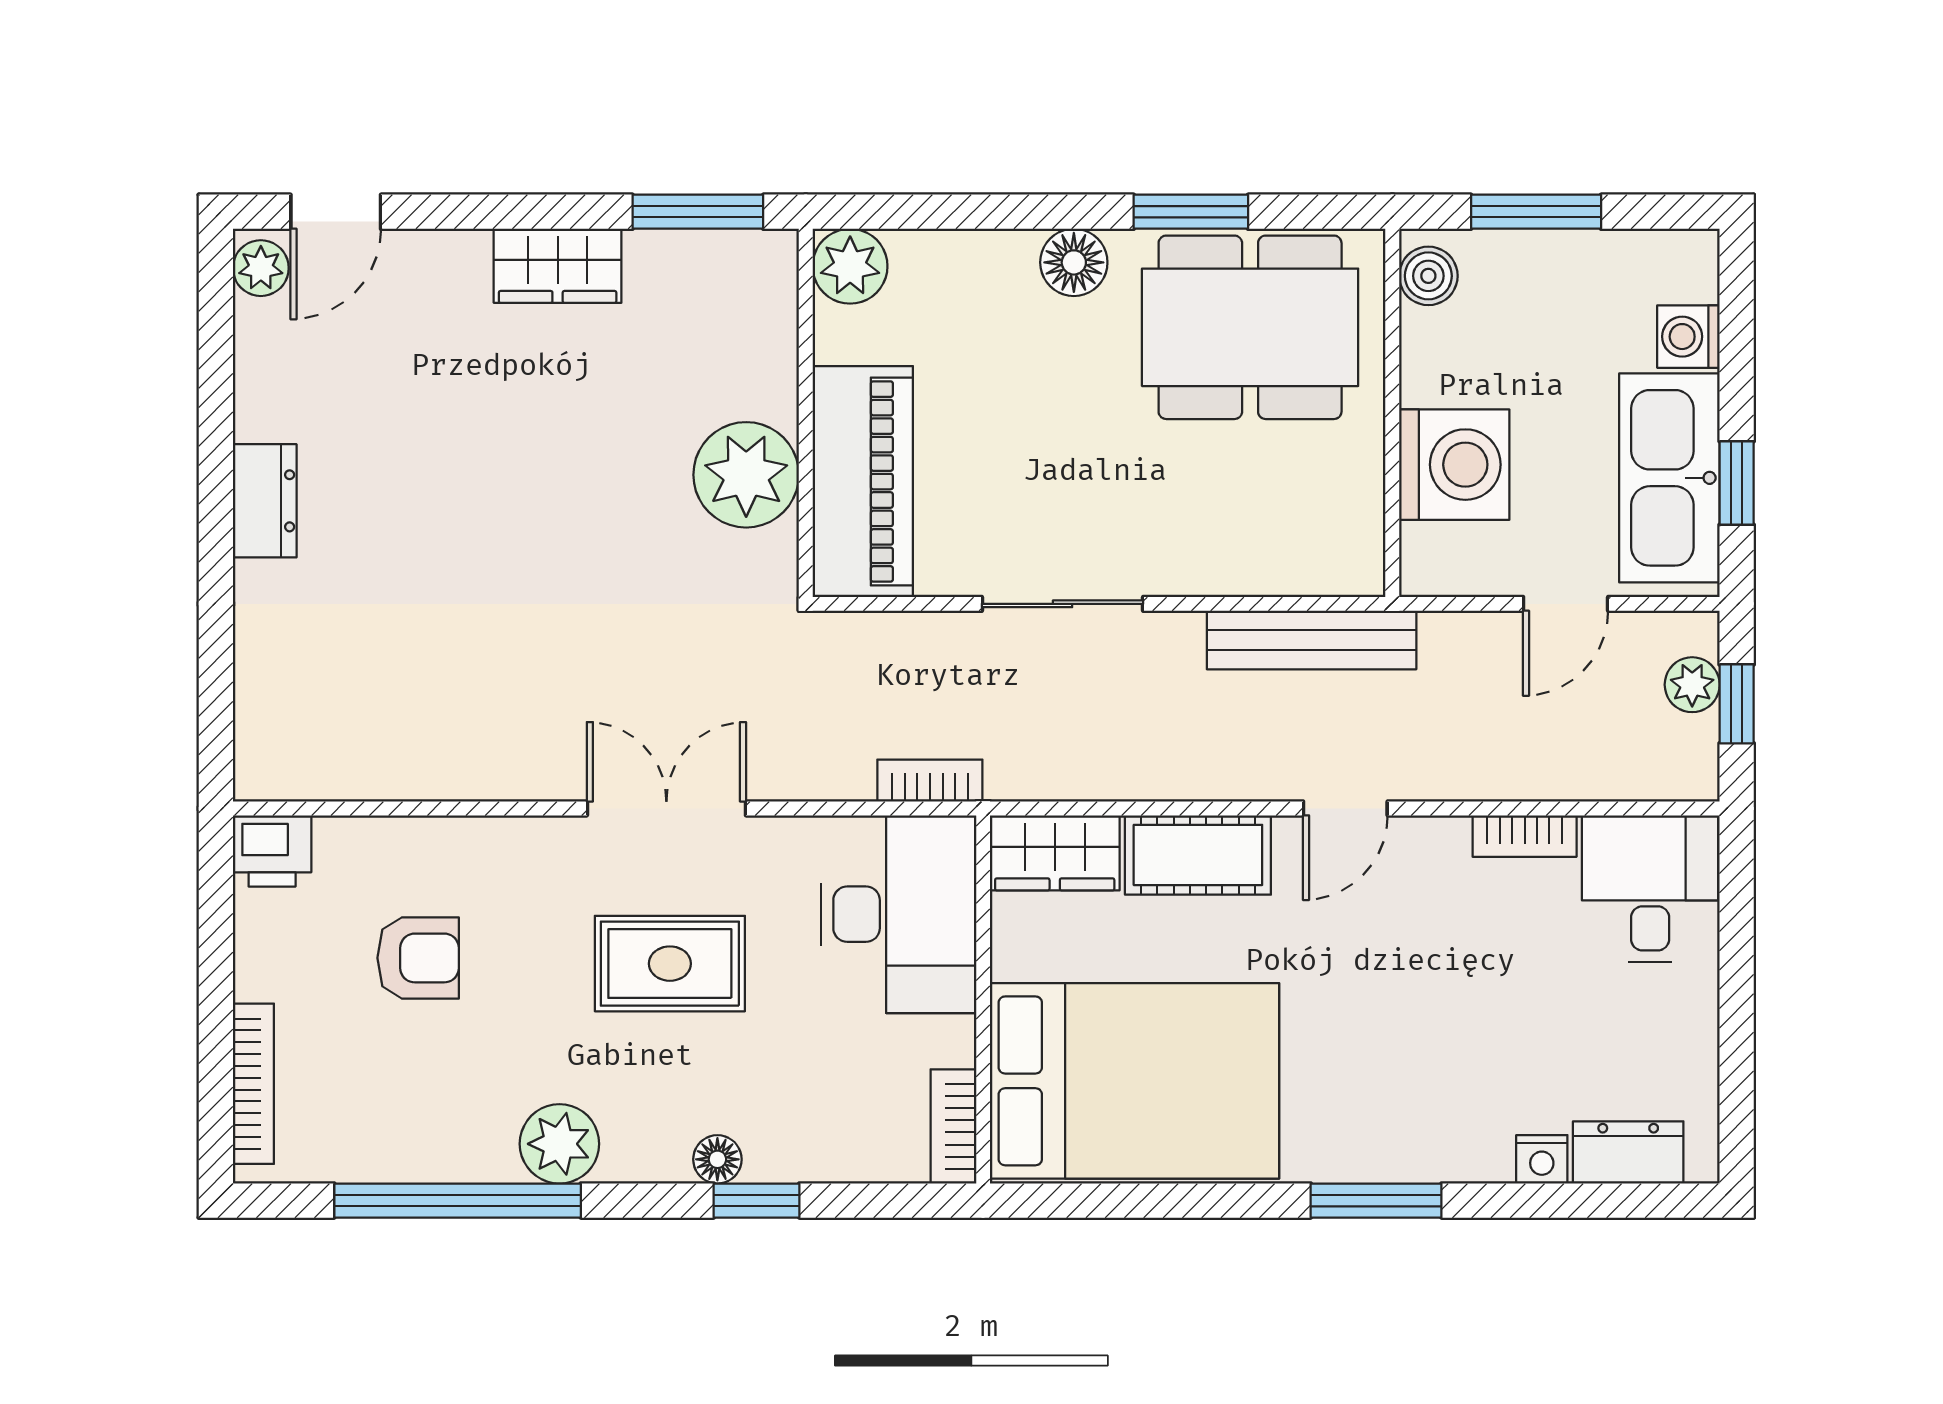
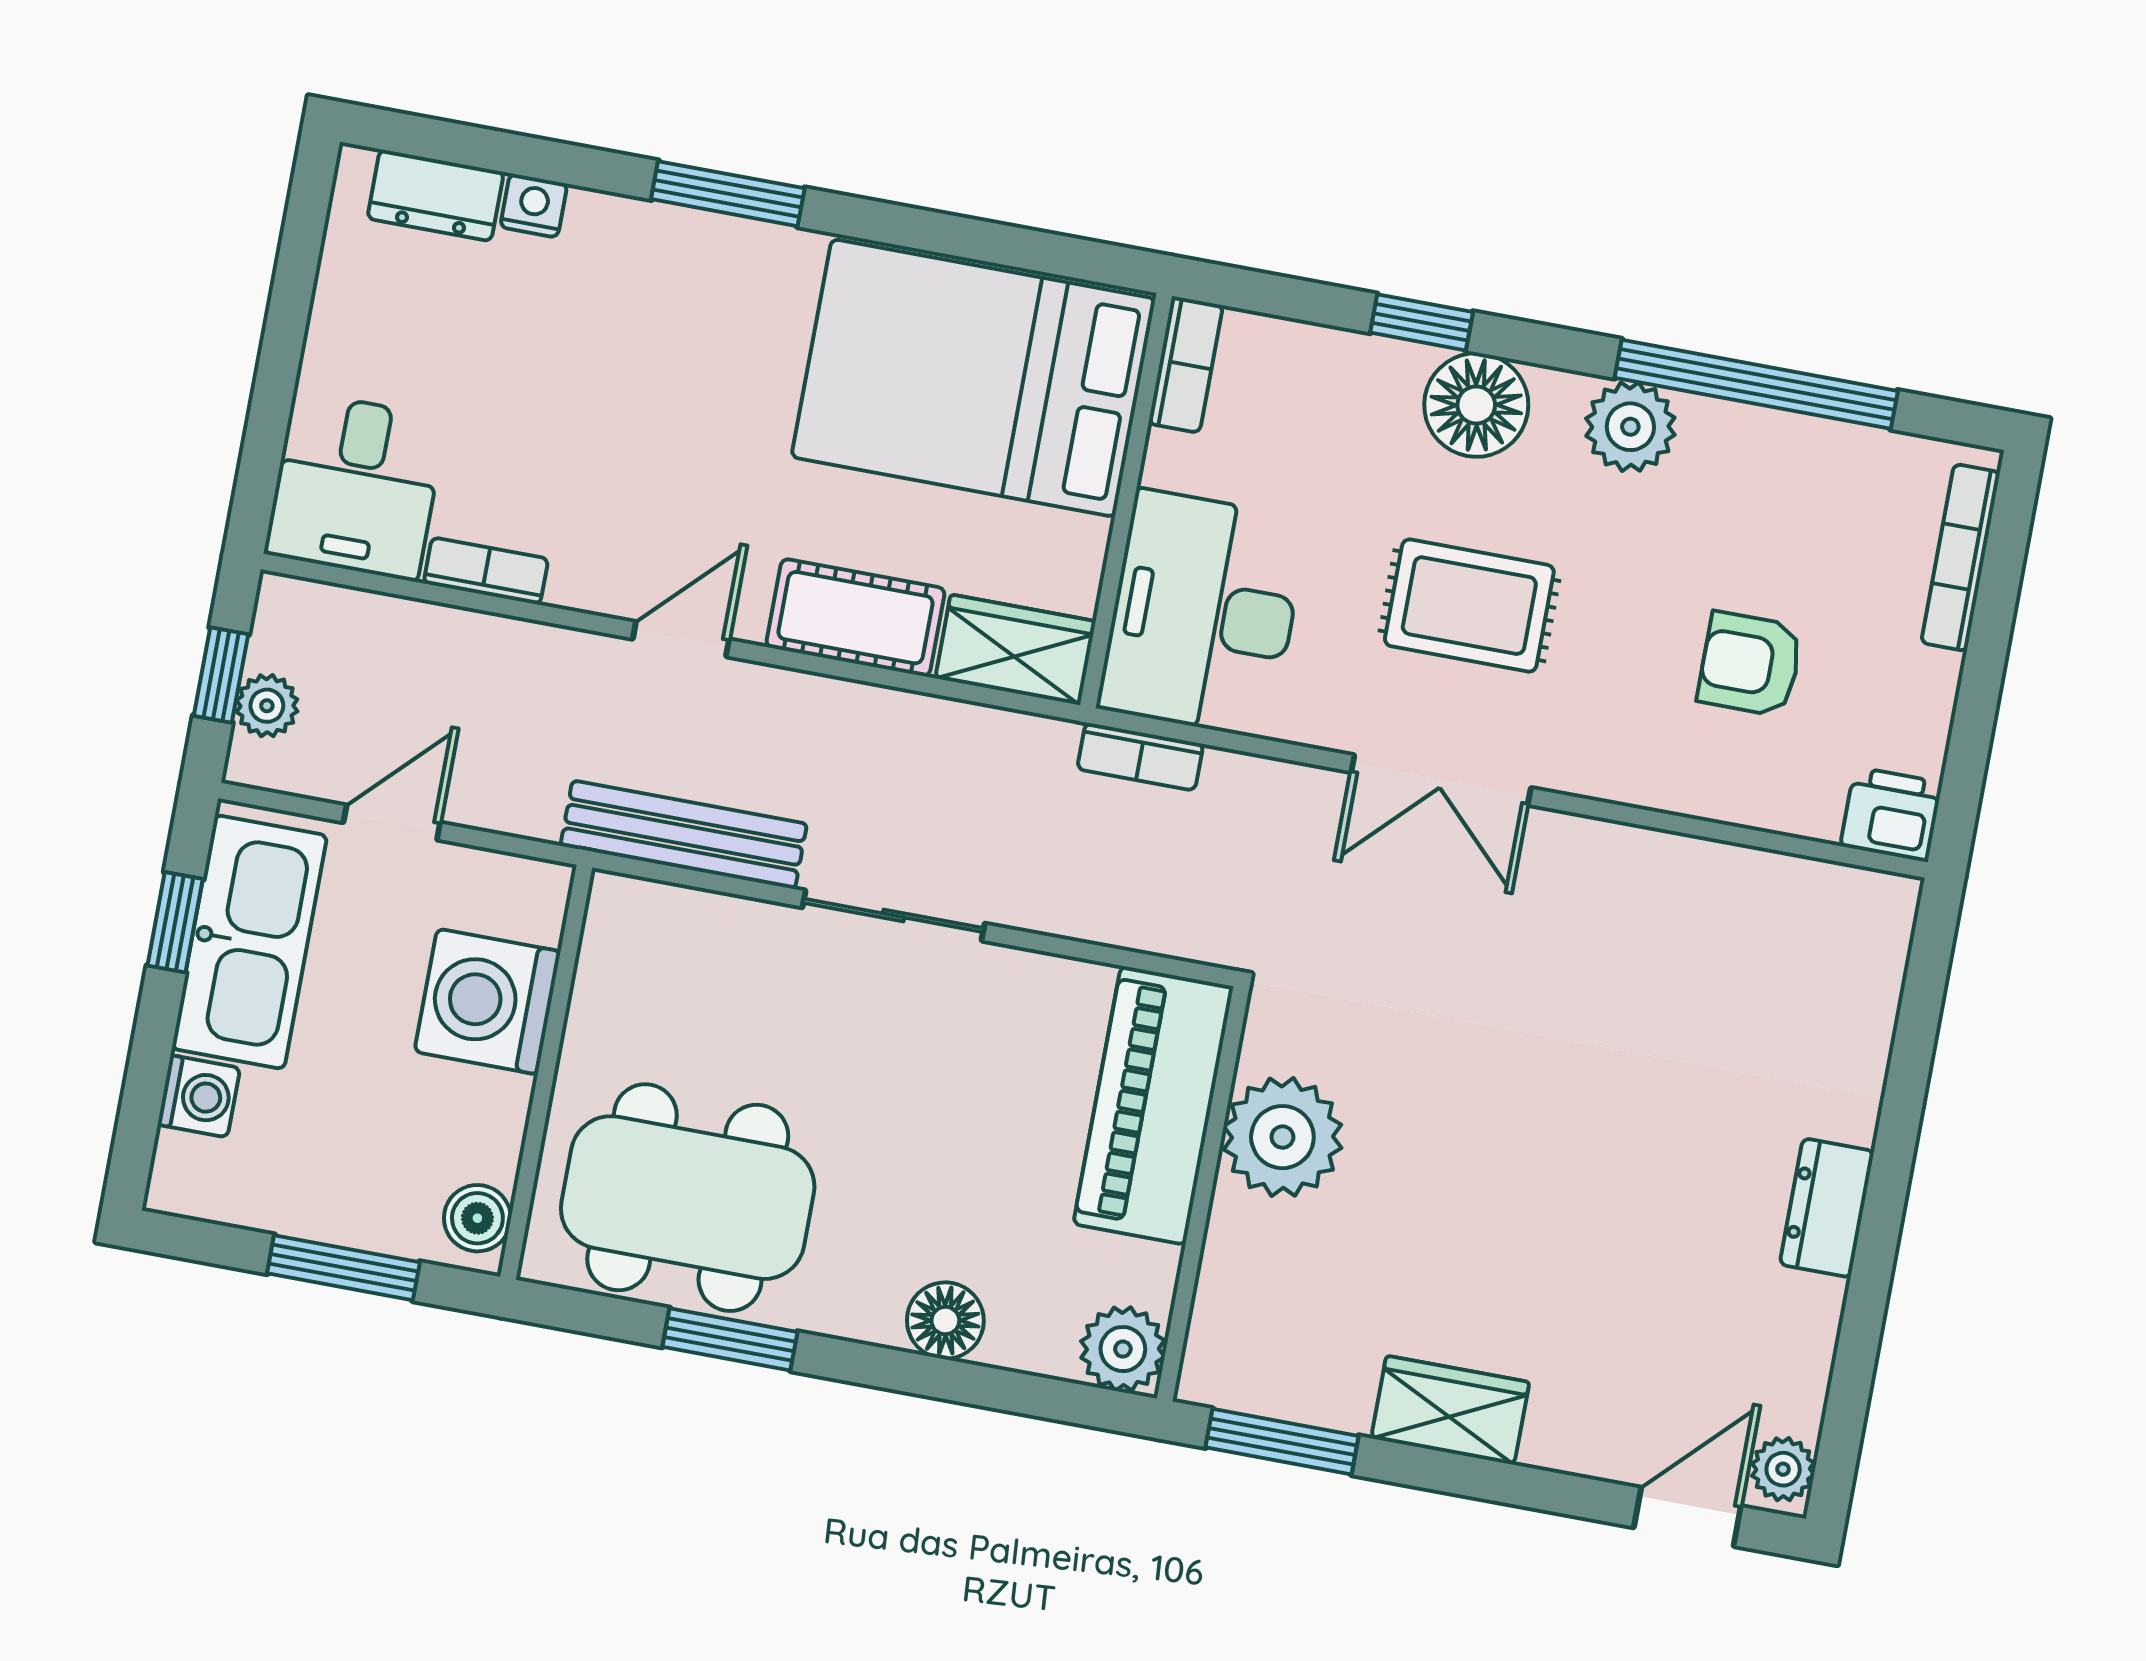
floor lamp: (1074, 262) -> (945, 1321), moved
sliding door: (1062, 604) -> (893, 915), moved
floor lamp: (717, 1159) -> (1476, 405), width x1.89, depth x1.89

